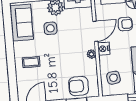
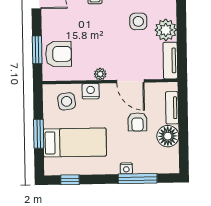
nightstand: (104, 49) -> (91, 91), moved
armchair: (79, 86) -> (58, 54), turned 90

